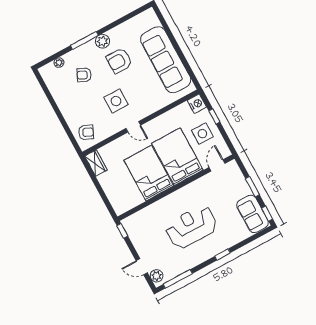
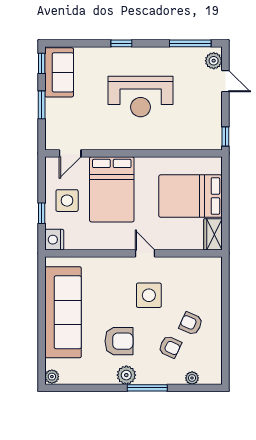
plant: (150, 14) -> (52, 377), added
armchair: (86, 132) -> (191, 324), moved
bed: (149, 173) -> (190, 196), moved, turned 90

